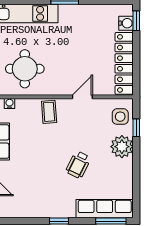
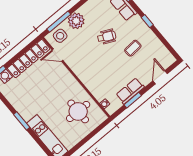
door: (82, 97) -> (58, 55), moved
coffee table: (49, 112) -> (133, 48), moved
window: (136, 128) -> (59, 22), width x2.17

